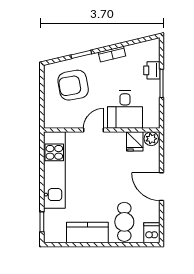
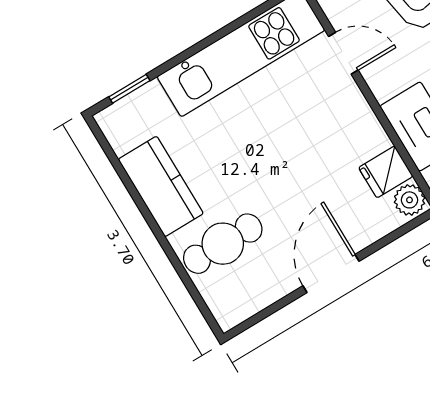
door: (94, 130) -> (343, 53), moved
dishwasher: (152, 233) -> (234, 308), removed

